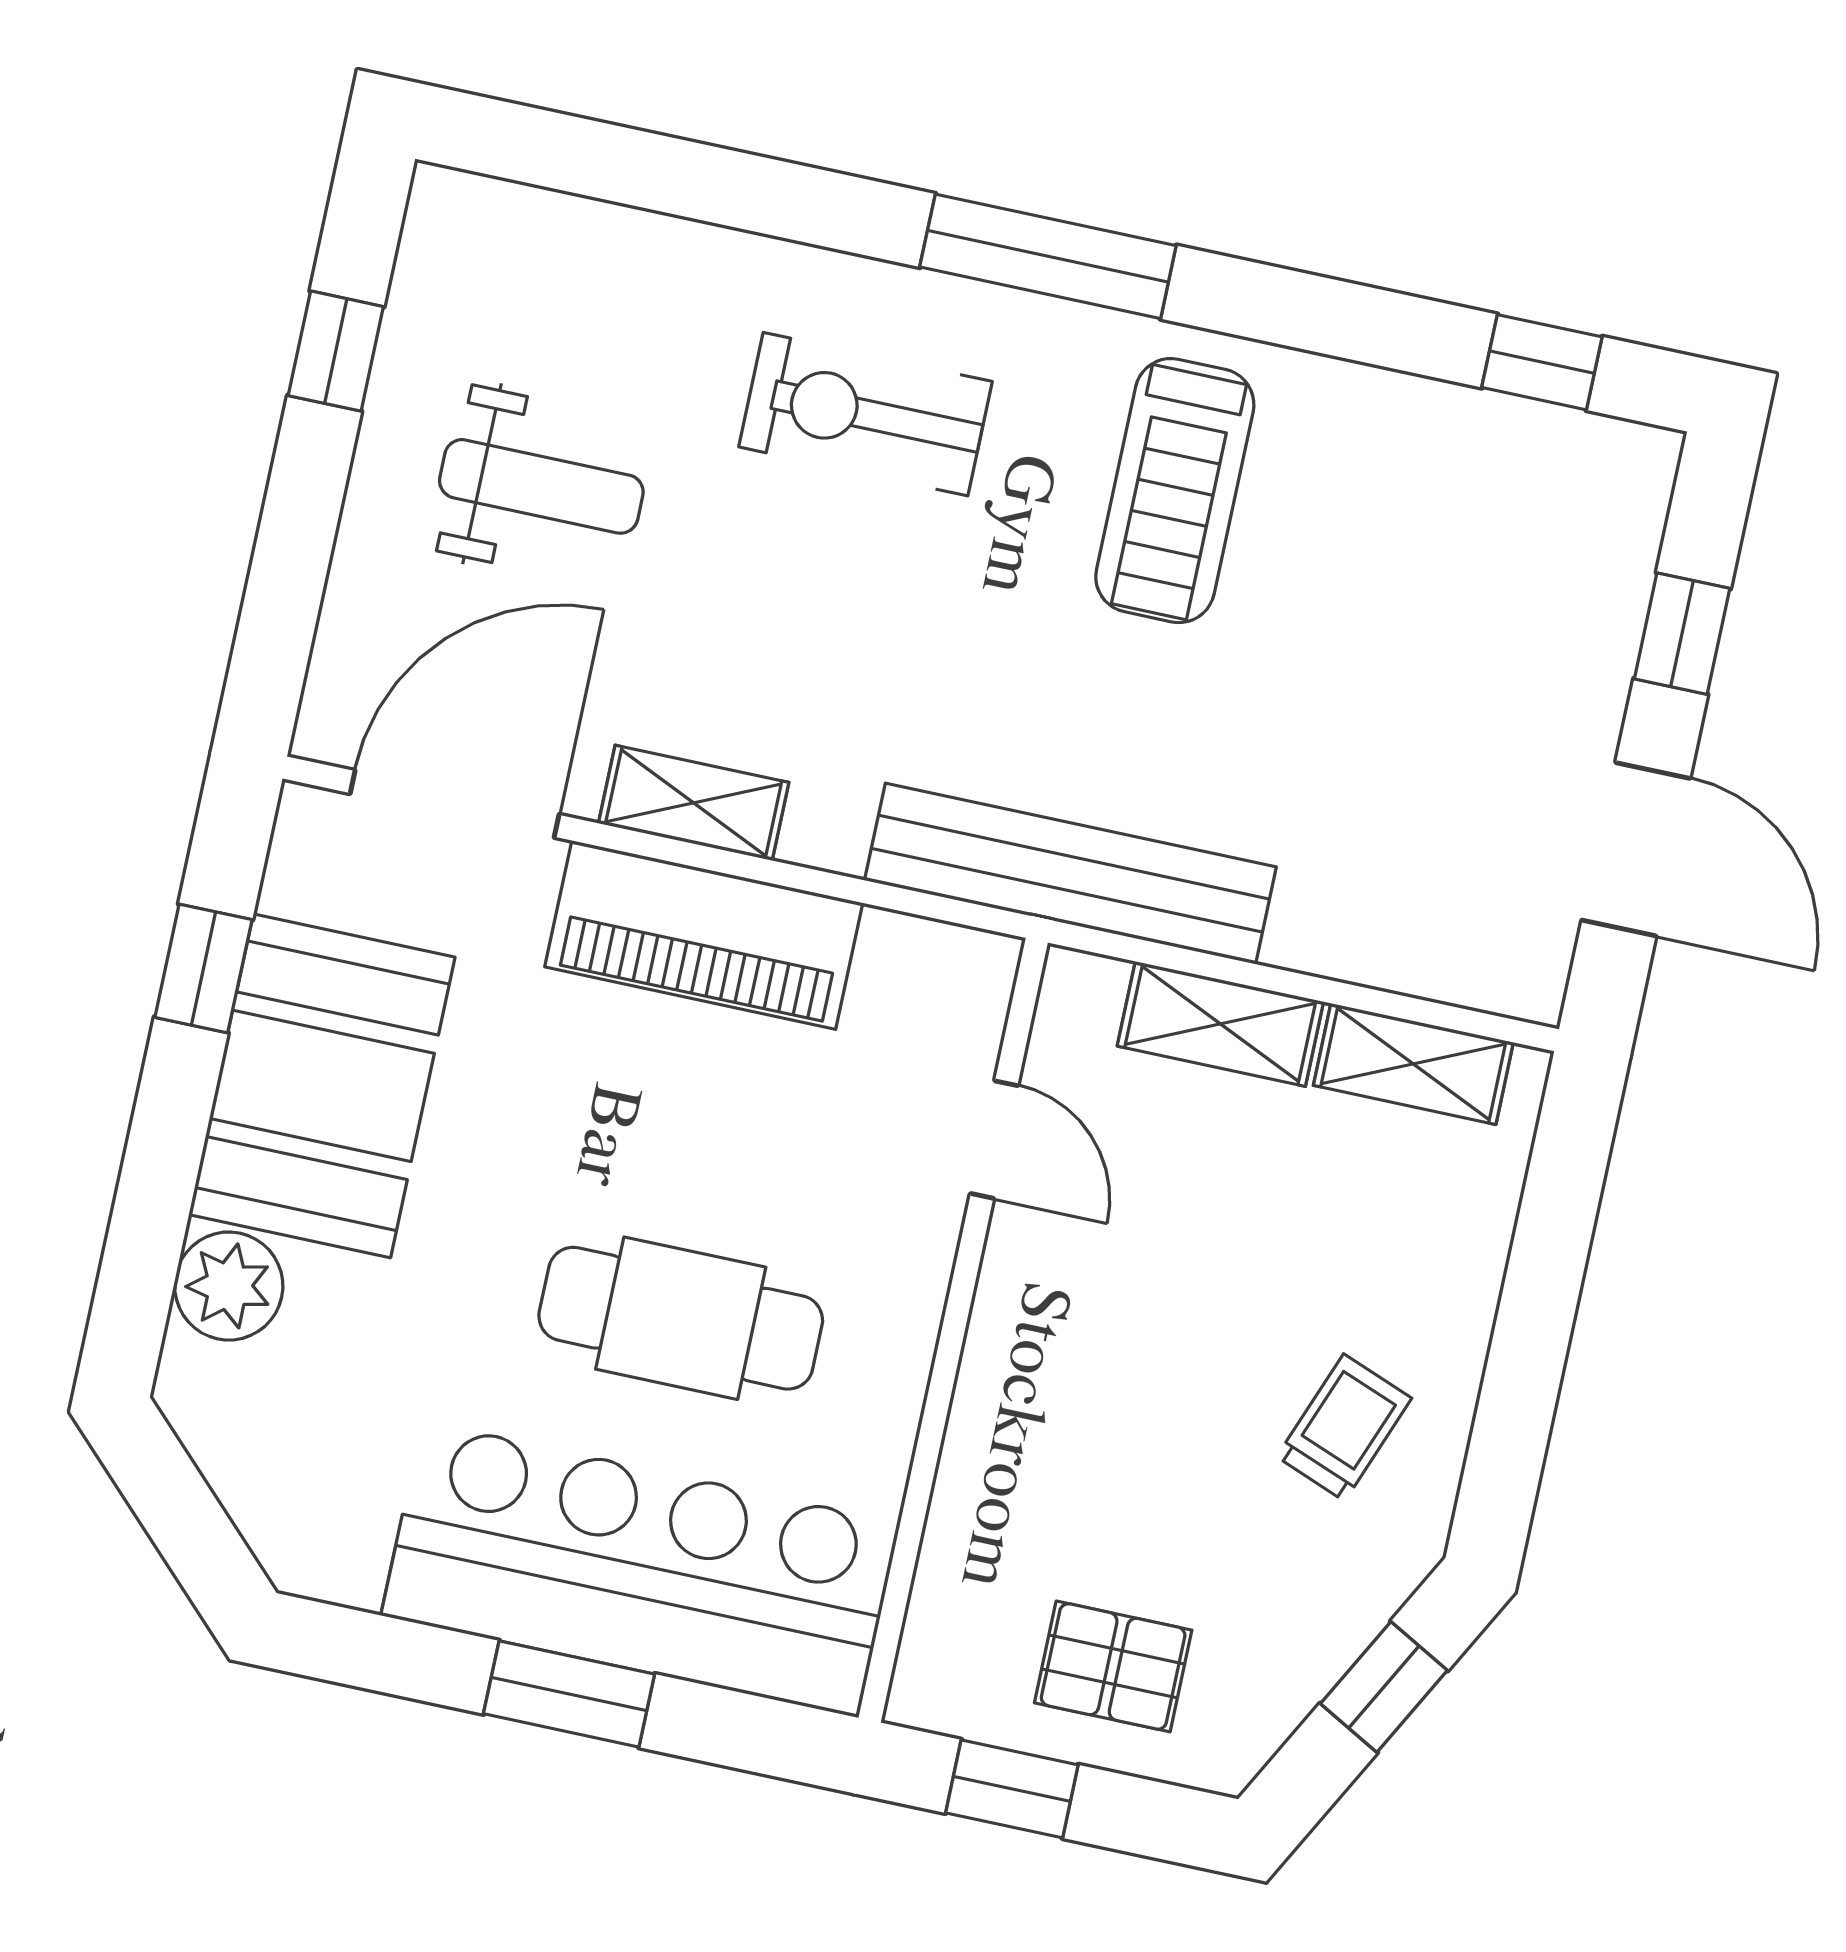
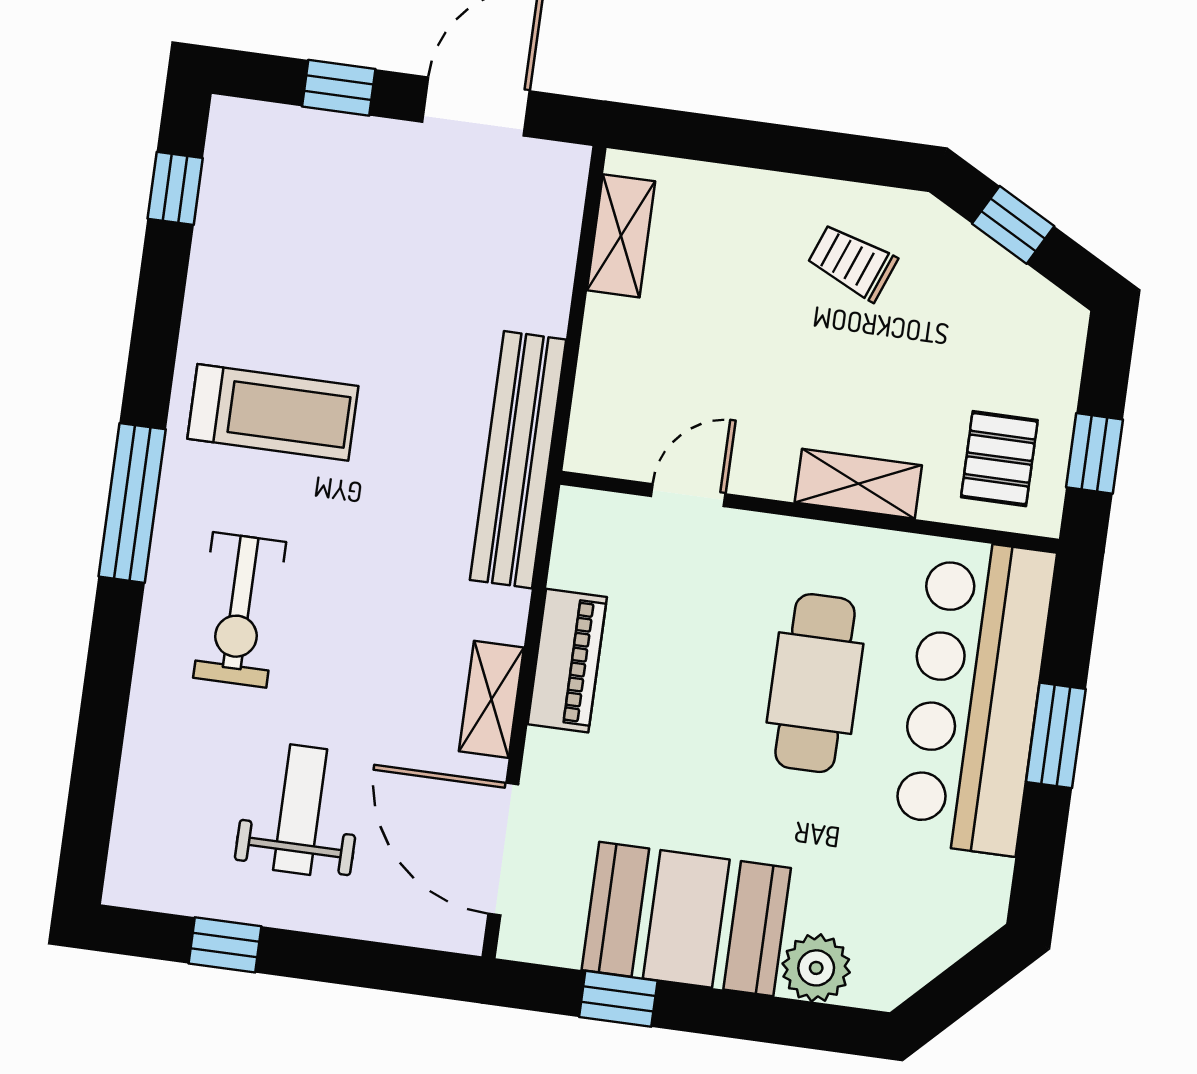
piano: (704, 935) -> (567, 661), width x0.73, depth x0.75
shelving: (1220, 1024) -> (858, 484), moved, turned 90
pallet: (1113, 1666) -> (999, 459), moved

